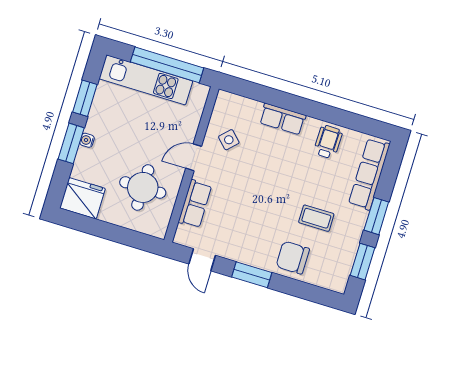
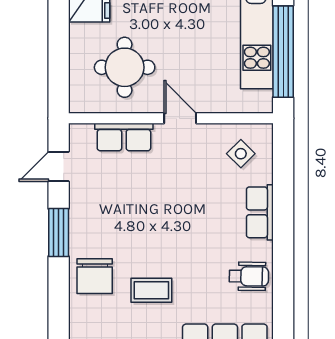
side table: (229, 140) -> (241, 154), moved
coffee table: (316, 218) -> (151, 290), turned 90
chair: (293, 258) -> (95, 276), turned 180

